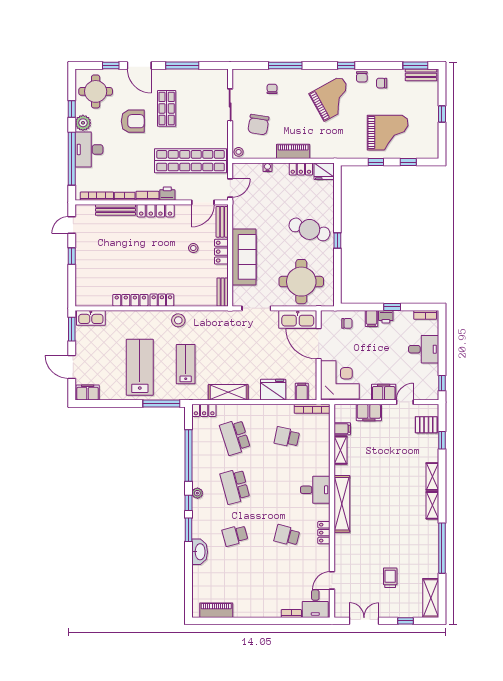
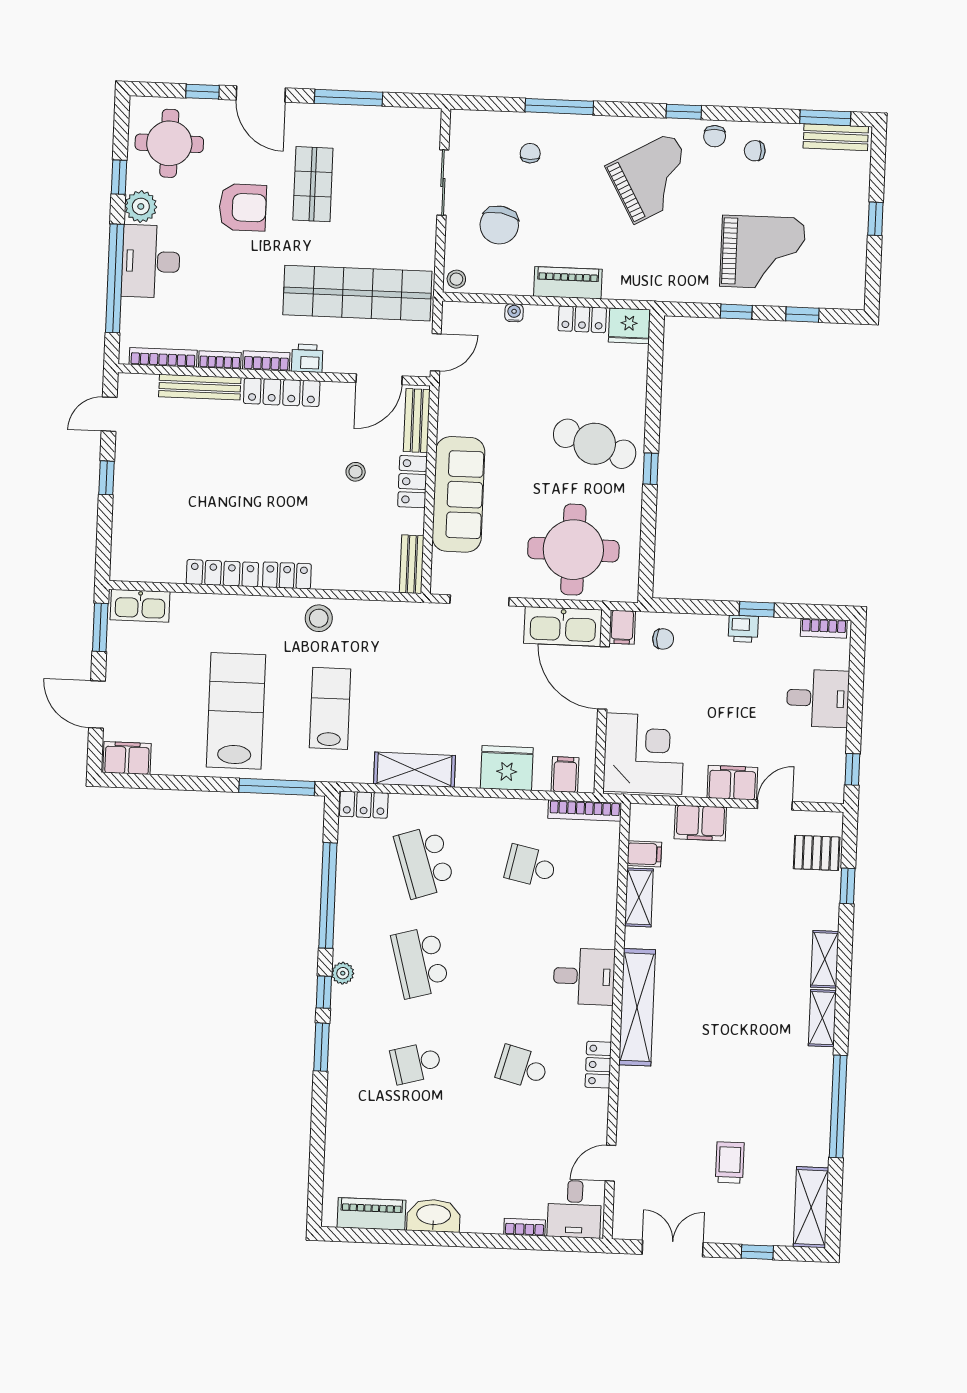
filing cabinet: (372, 318) -> (622, 627), moved
washbasin: (200, 552) -> (434, 1216), moved, turned -90

